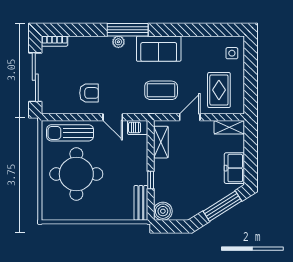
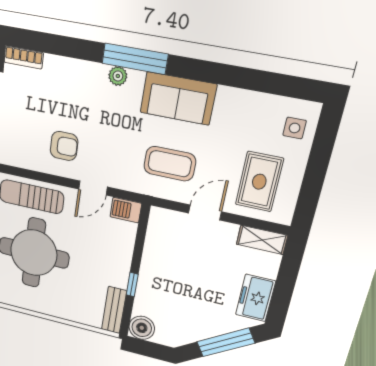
door: (113, 117) -> (93, 188), hinge flipped
shelving: (161, 142) -> (156, 238), removed

